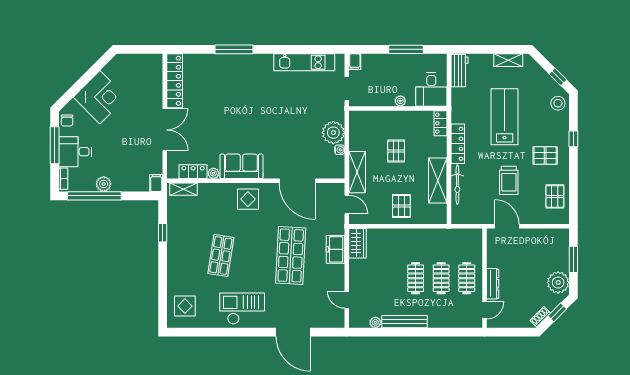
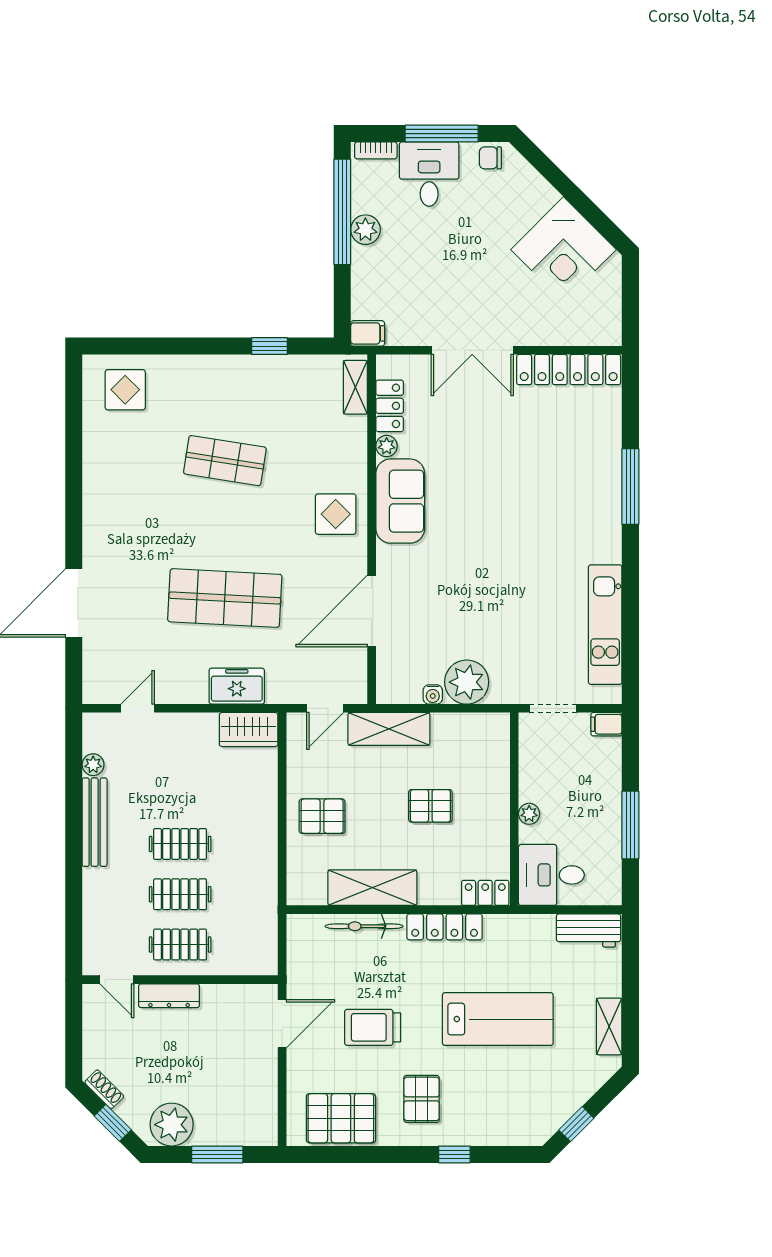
corner desk: (100, 97) -> (563, 250), moved
stool: (558, 103) -> (525, 1124), removed
pallet: (555, 196) -> (341, 1118), width x1.50, depth x1.42
checkout: (242, 309) -> (120, 503), removed

